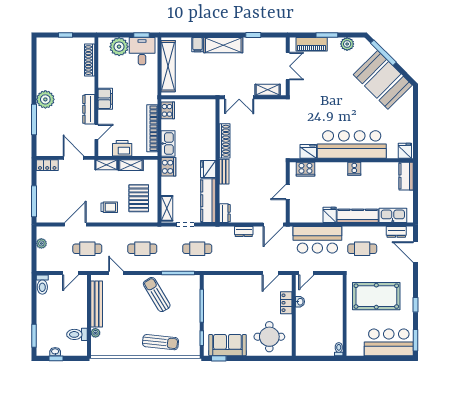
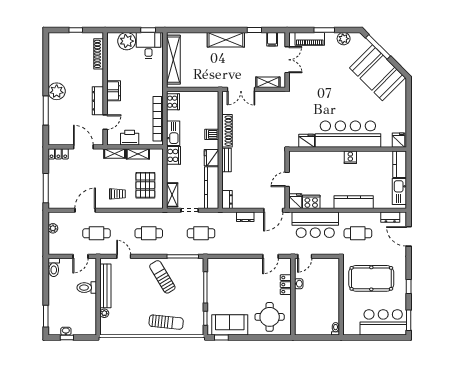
filing cabinet: (197, 45) -> (272, 39), moved
dishwasher: (209, 145) -> (212, 134), added
cooker: (305, 169) -> (311, 202), moved, turned 180
fridge: (330, 215) -> (295, 201), moved
kitchen sink: (393, 215) -> (399, 192), moved, turned -90
toilet: (77, 334) -> (87, 288), moved

